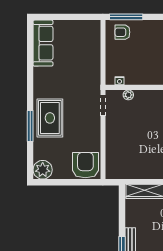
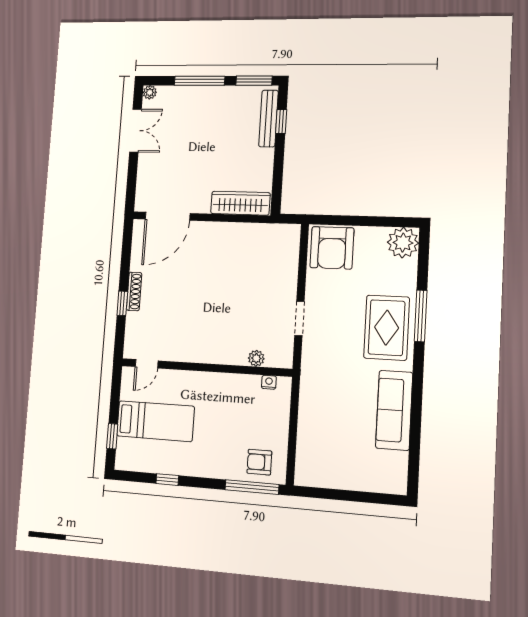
armchair: (122, 32) -> (259, 462), turned 180
sofa: (43, 43) -> (394, 410), moved
doorway: (103, 105) -> (299, 318), moved

